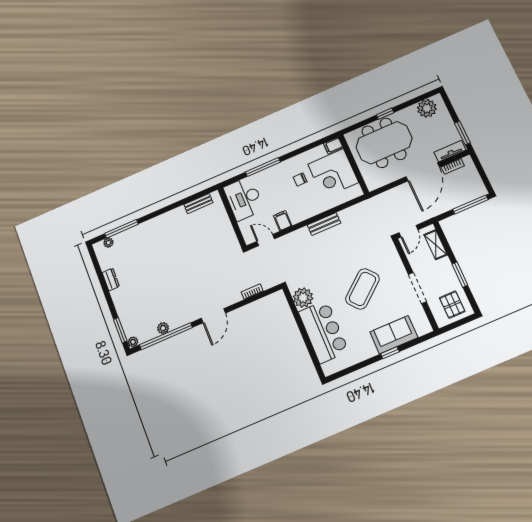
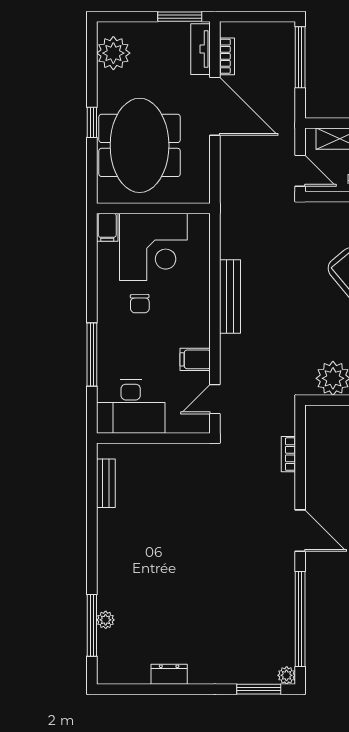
bench: (324, 224) -> (230, 296), width x1.36
plant: (108, 243) -> (106, 620), moved
plant: (163, 328) -> (285, 619), removed

